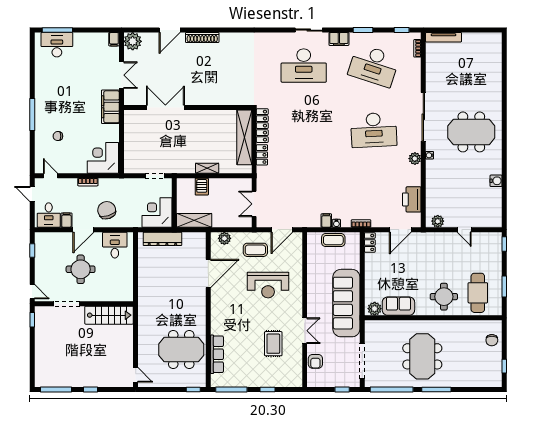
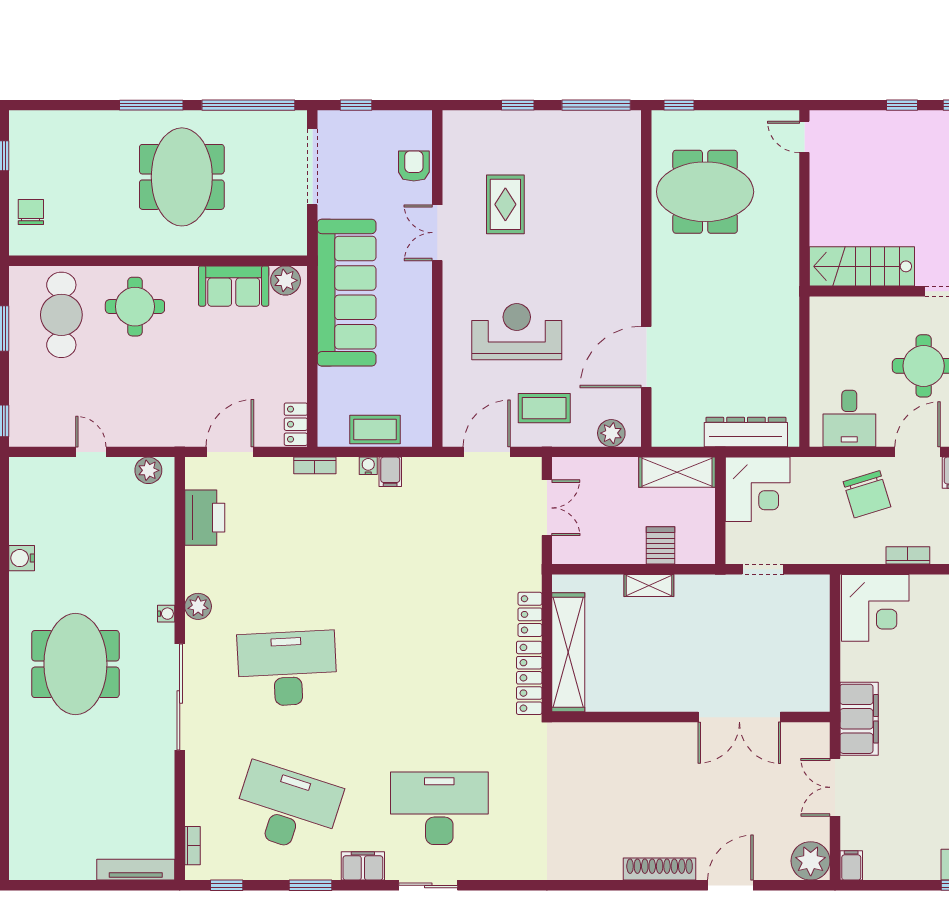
meeting table: (471, 132) -> (75, 664), turned 90
row of seats: (217, 354) -> (628, 181), removed

